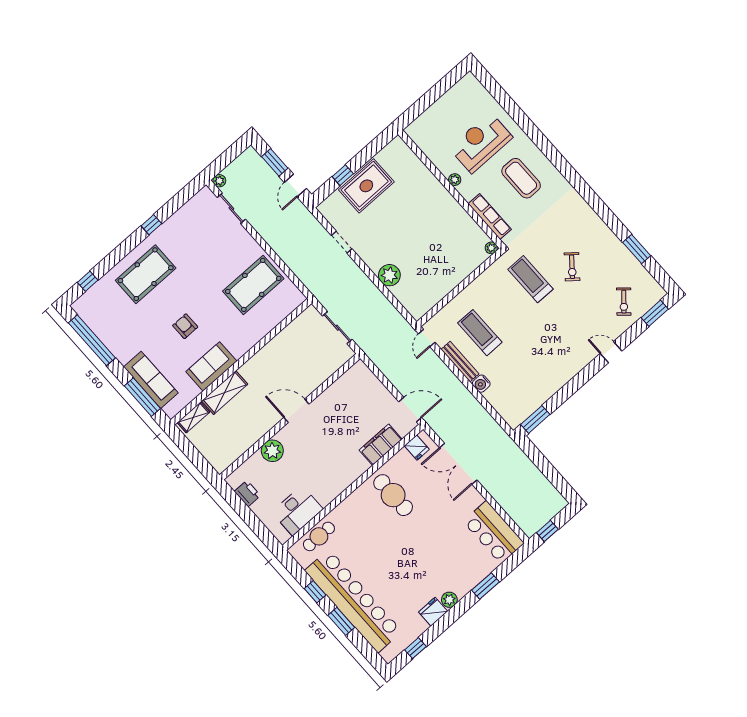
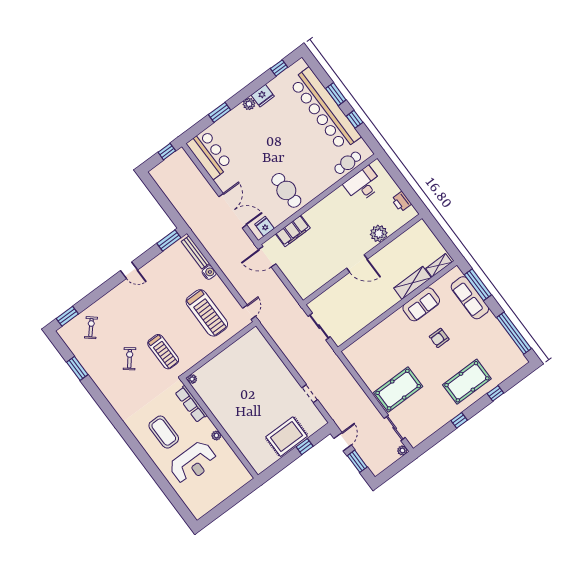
plant: (389, 275) -> (274, 364), removed
window: (88, 281) -> (495, 393), moved
pool table: (253, 285) -> (398, 390), moved
armchair: (185, 326) -> (439, 338), turned 90
treadmill: (480, 333) -> (207, 313), width x1.37, depth x1.38
door: (611, 352) -> (129, 270), moved
bench: (460, 362) -> (195, 252), moved

